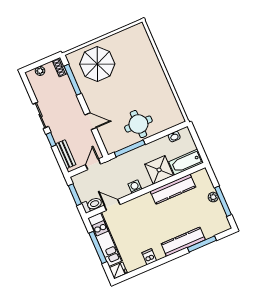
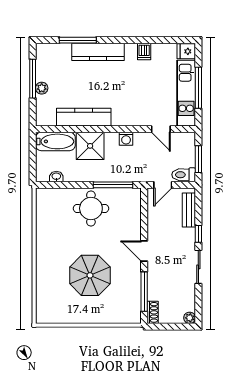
parasol: (97, 64) -> (90, 275), moved
plant: (40, 71) -> (190, 318), moved
door: (91, 121) -> (144, 251), moved
toilet: (92, 205) -> (184, 175), moved

